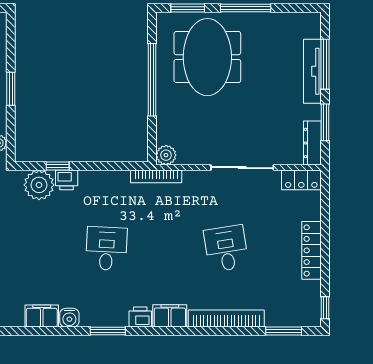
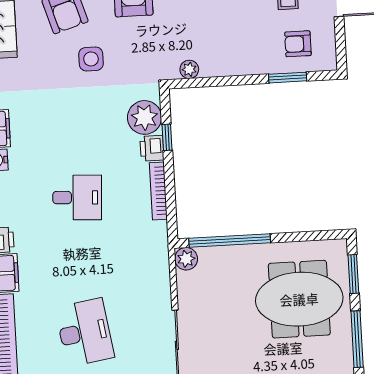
window: (152, 80) -> (230, 241), moved
window: (11, 89) -> (288, 78), moved
bookcase: (156, 176) -> (158, 191), moved
desk: (226, 249) -> (85, 332), width x1.37

